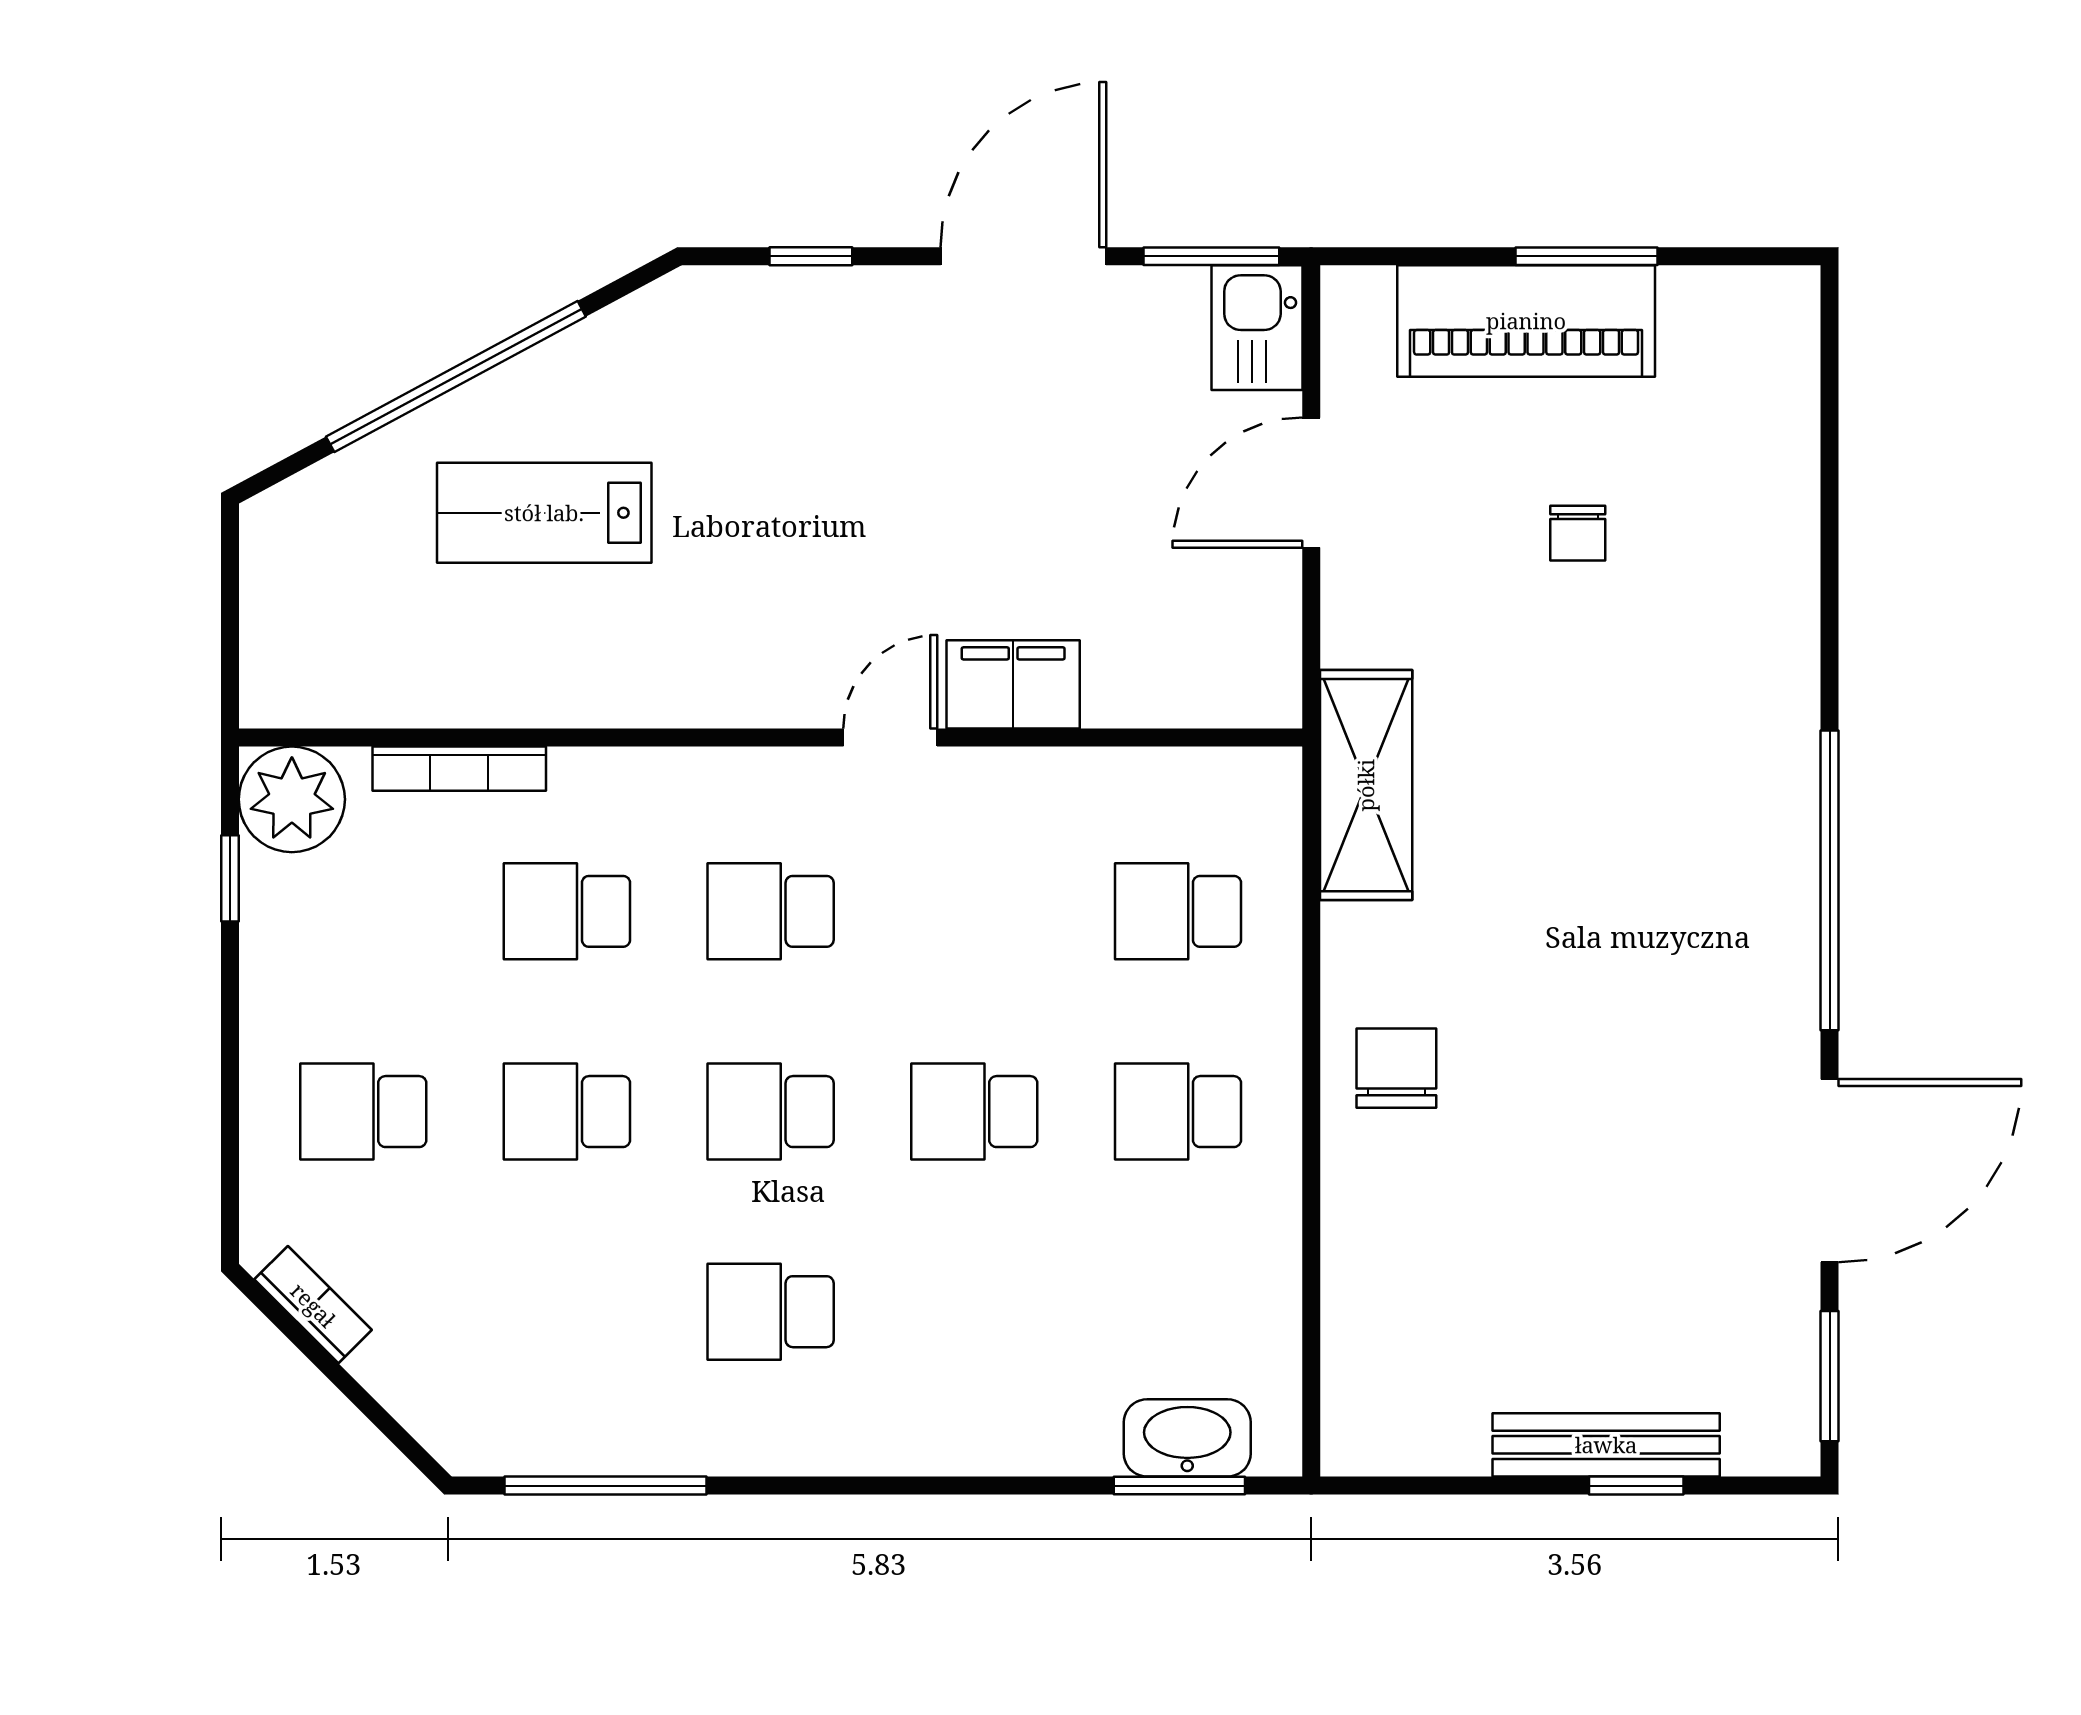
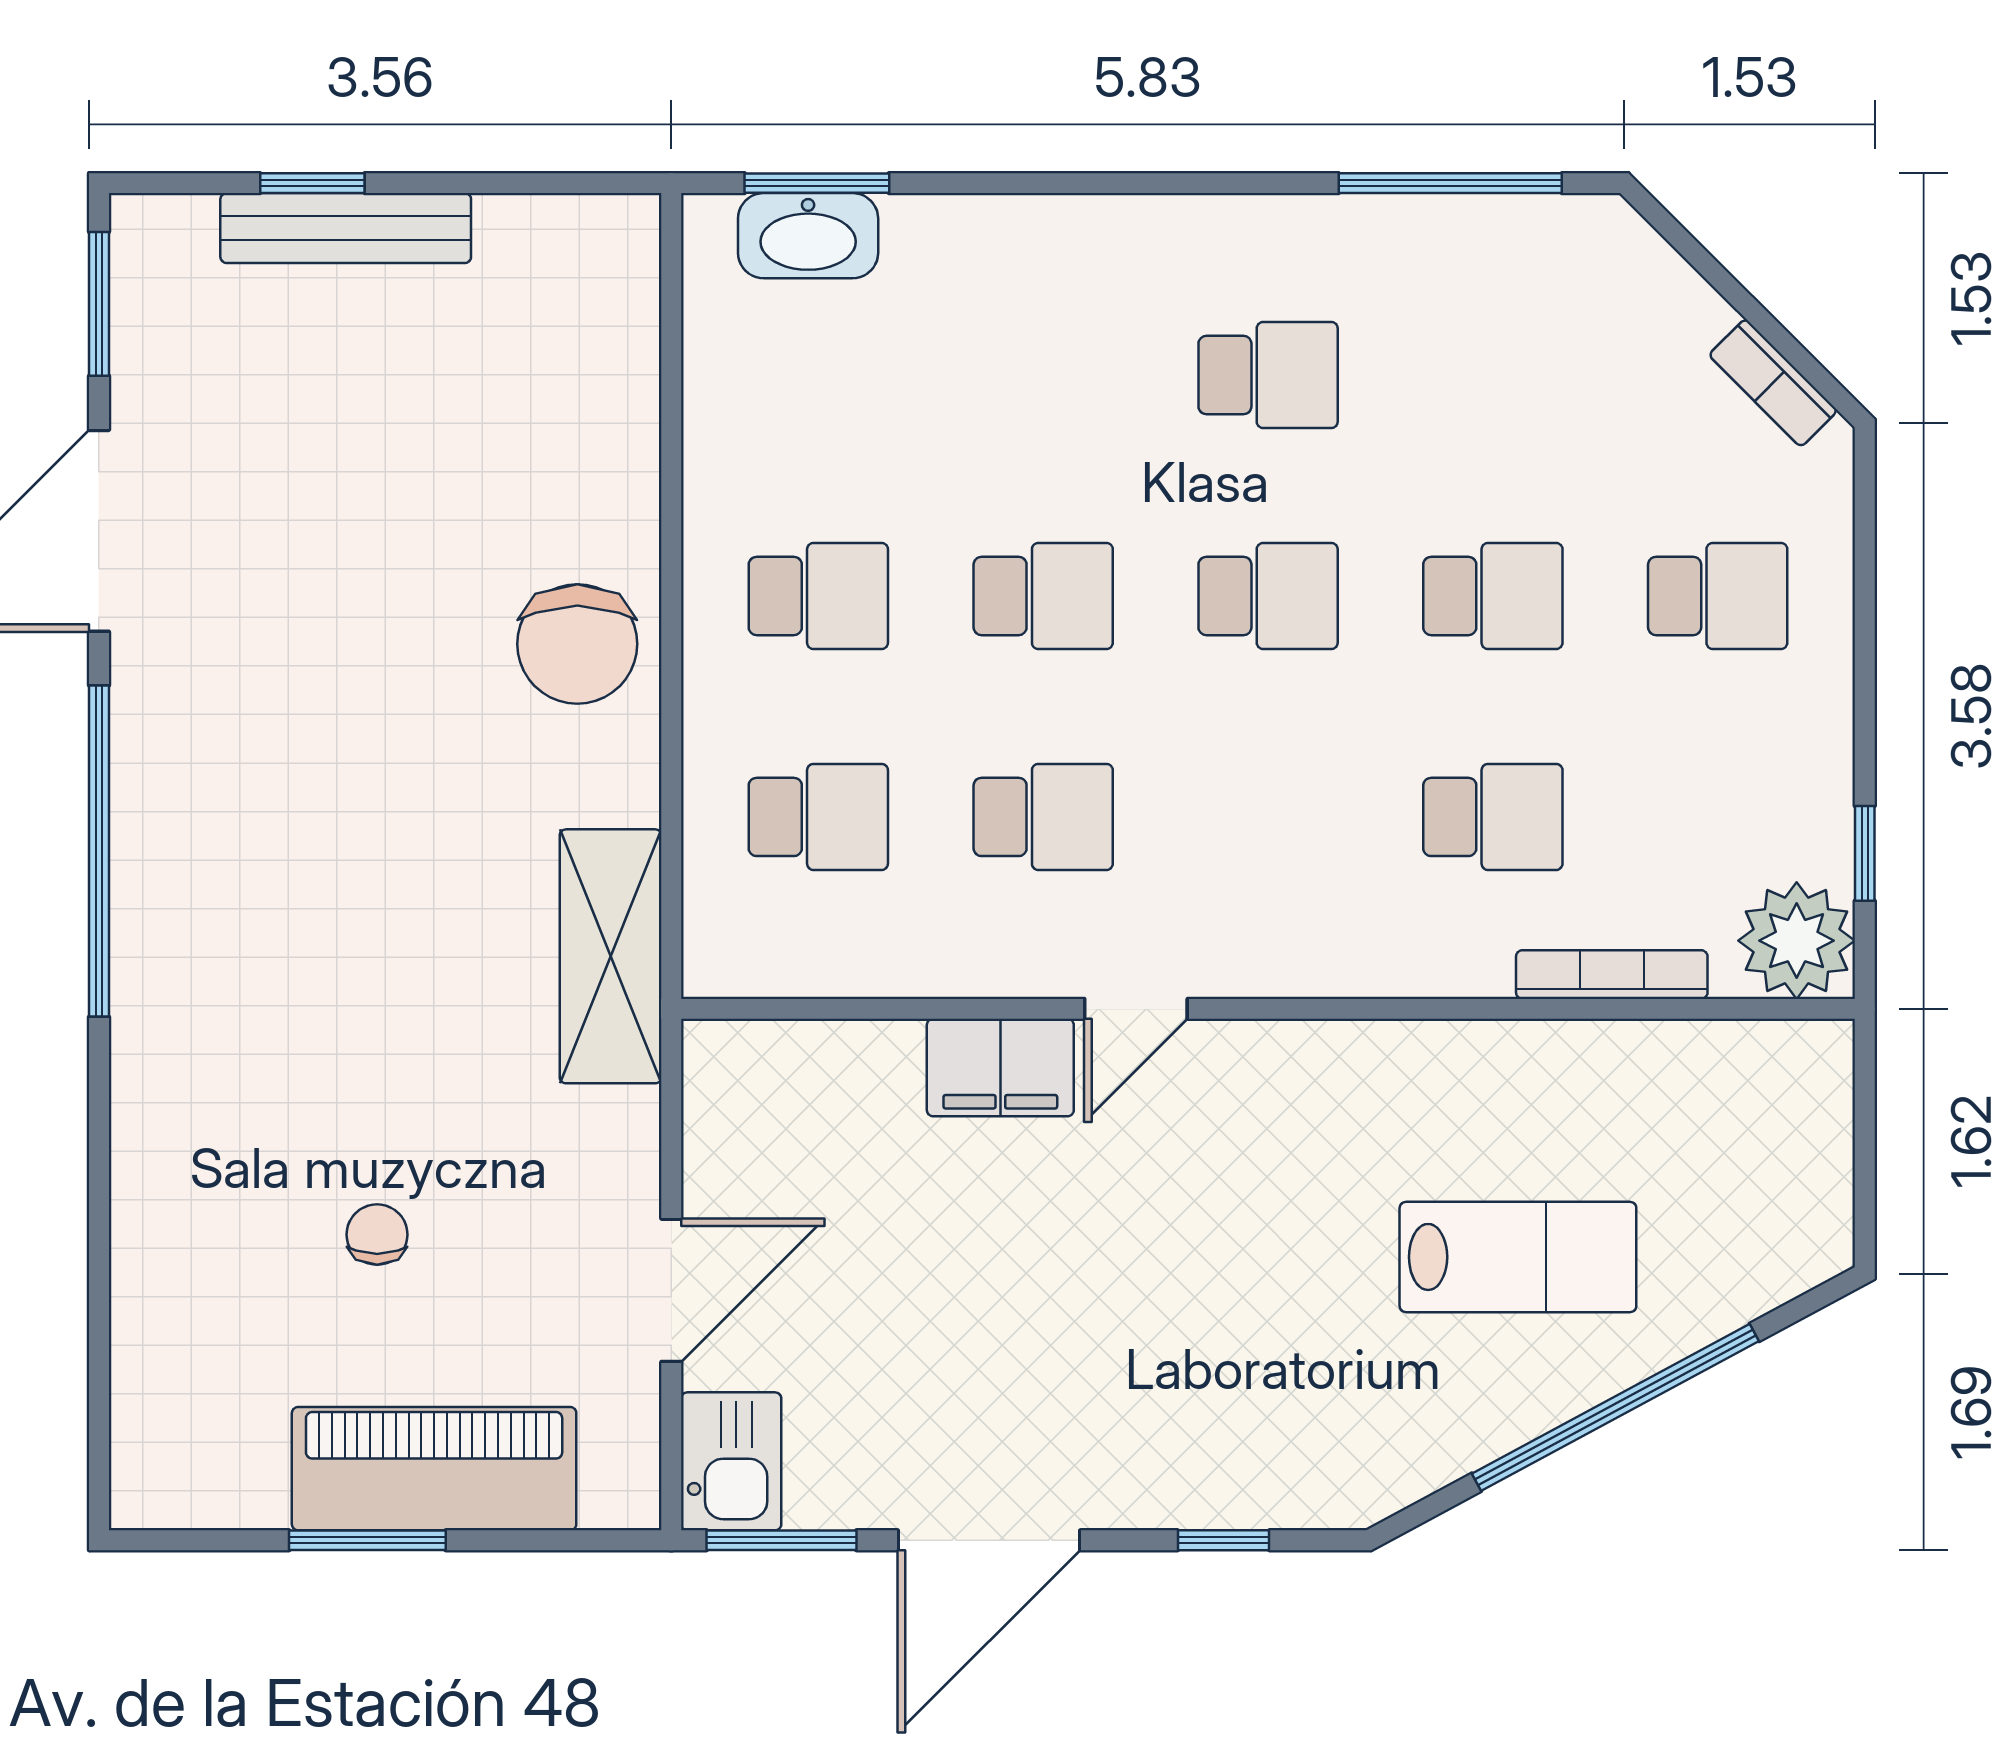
school desk: (771, 911) -> (1043, 817), moved
chair: (1396, 1068) -> (577, 644), width x1.37, depth x1.37

